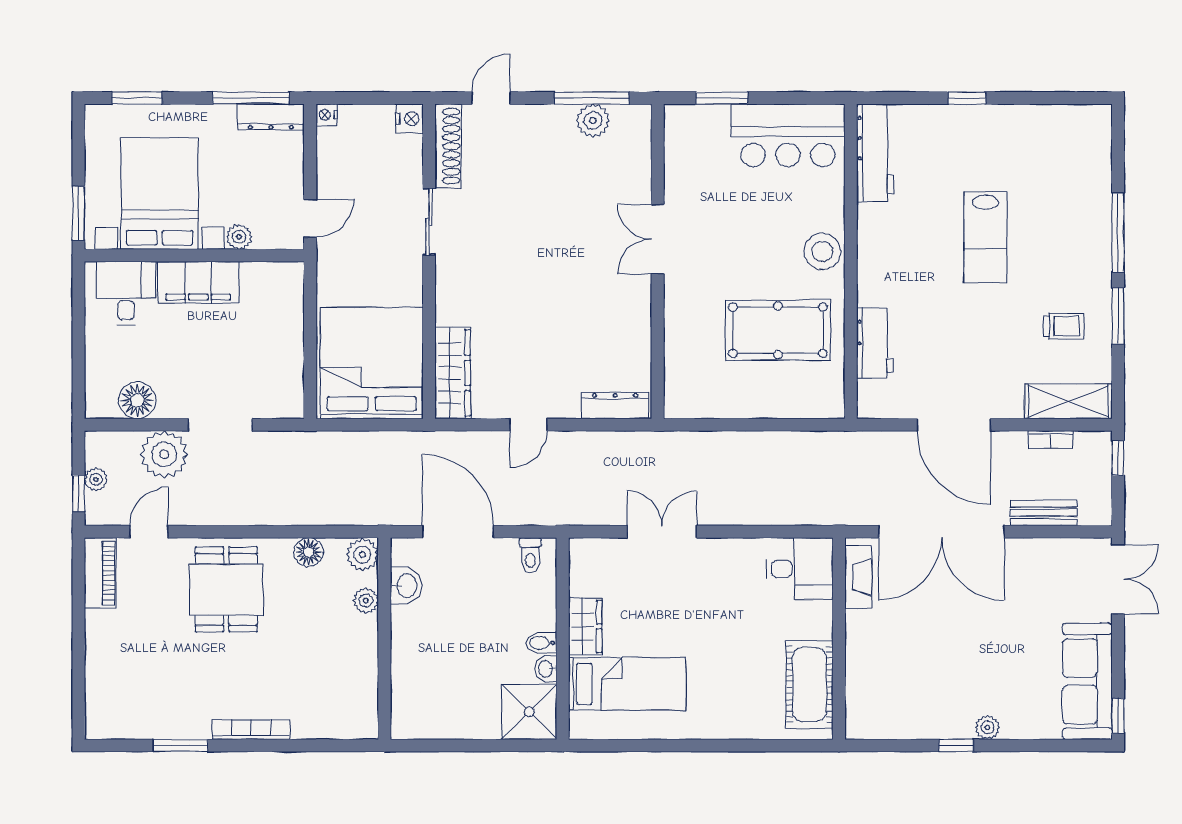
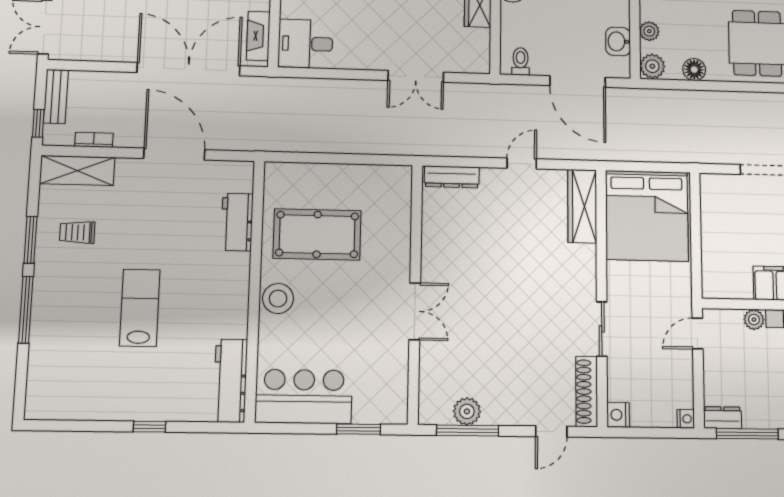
dresser: (271, 117) -> (723, 418), width x0.70
bench: (1044, 513) -> (56, 96), moved, turned 90

